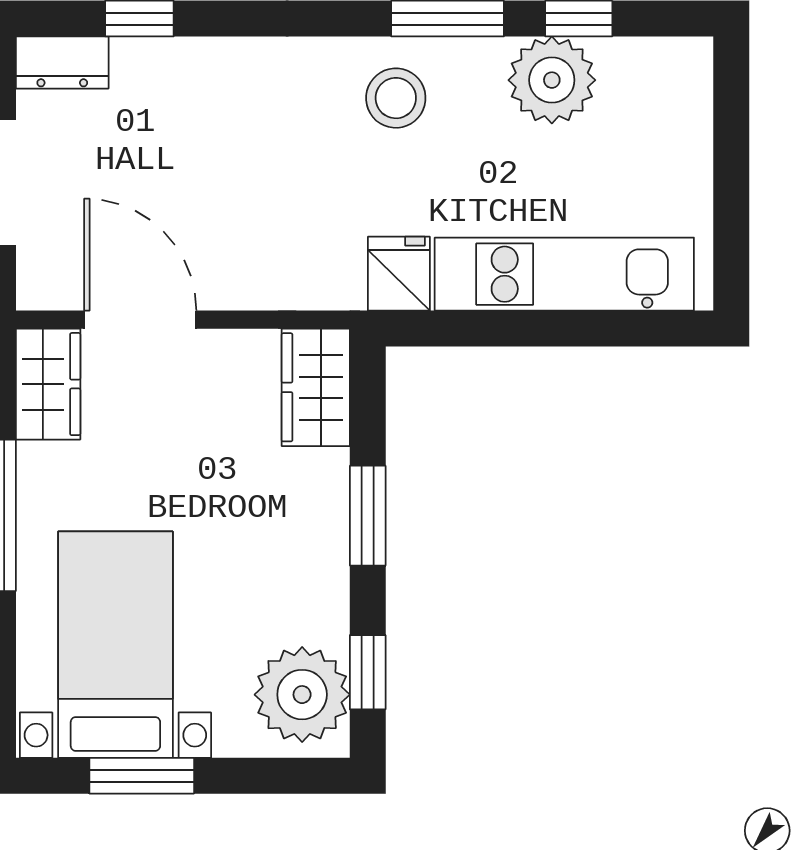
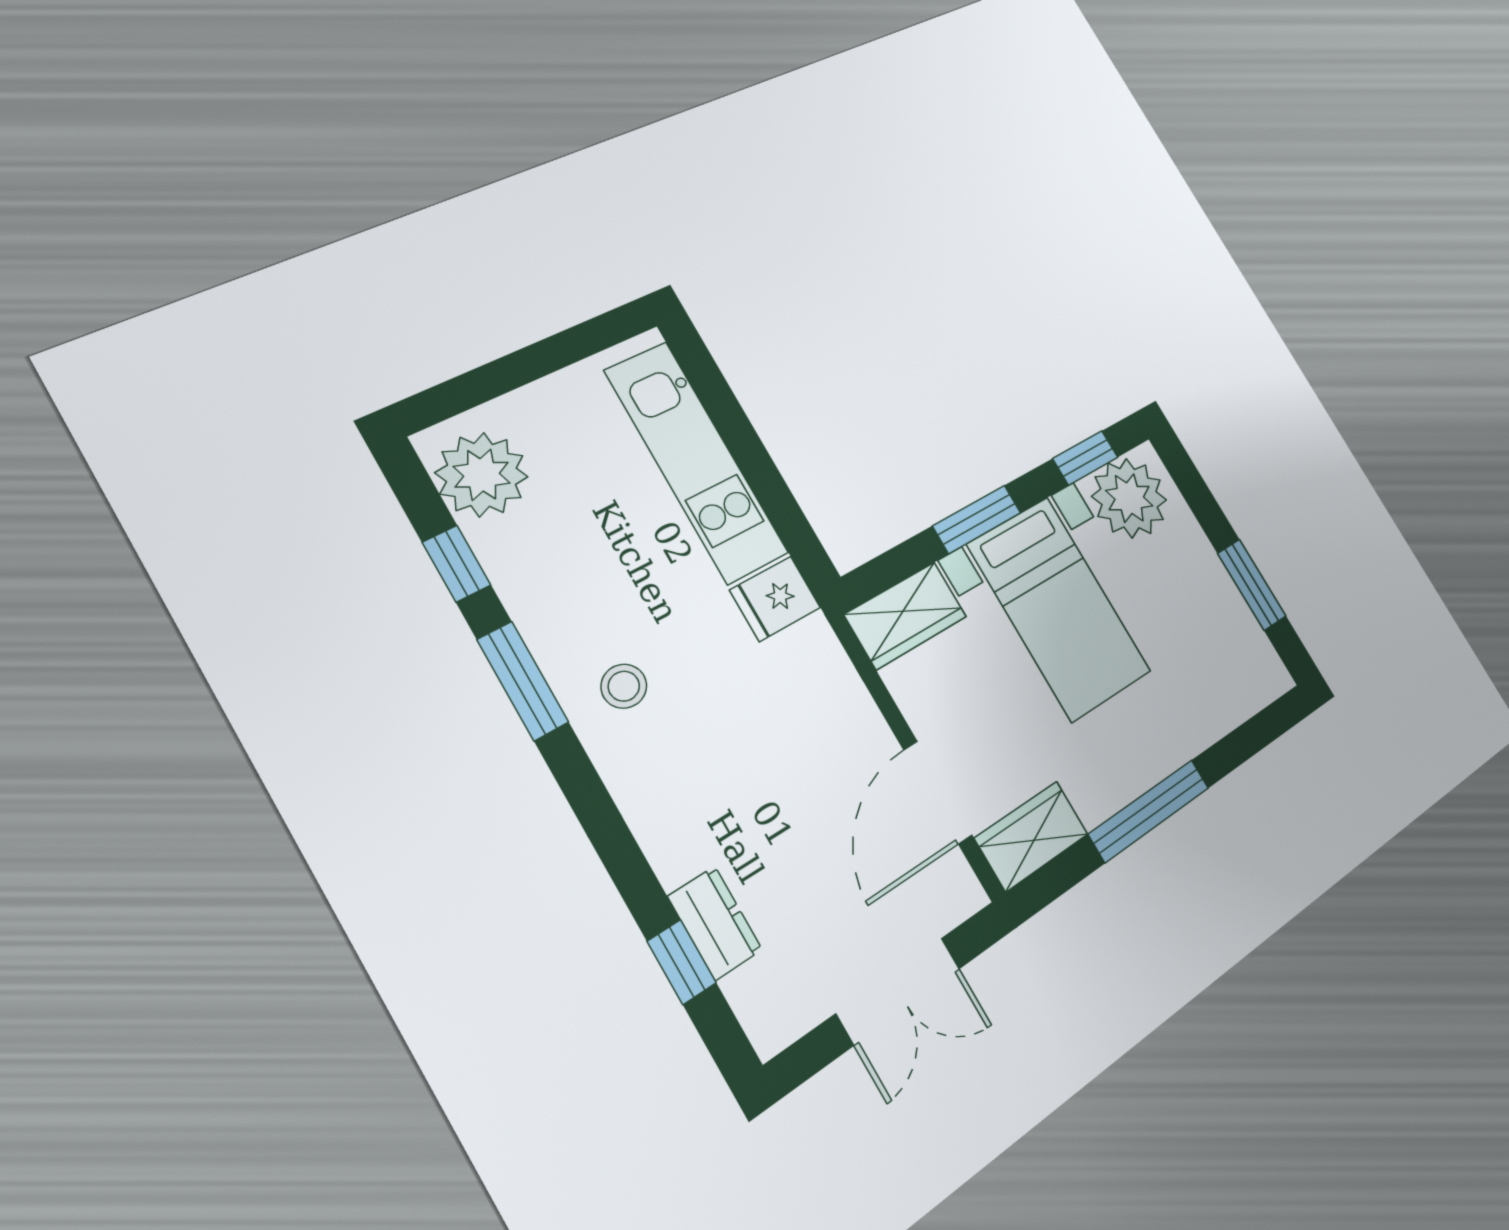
dresser: (62, 62) -> (715, 923), moved
plant: (552, 80) -> (482, 475), moved
stool: (396, 98) -> (624, 686), width x0.73, depth x0.73
bed with nightstands: (115, 645) -> (1059, 608), moved, turned -90

